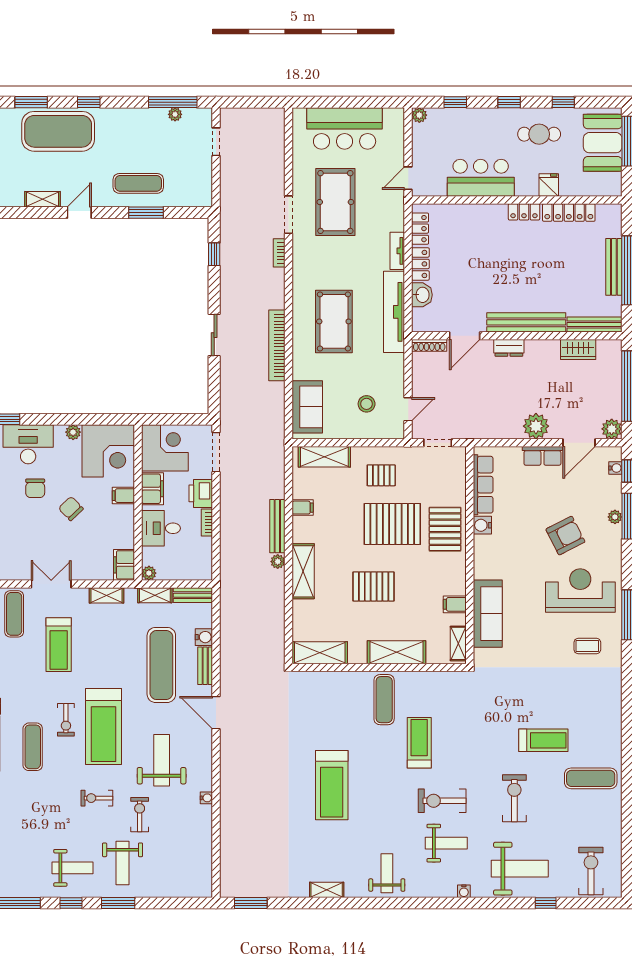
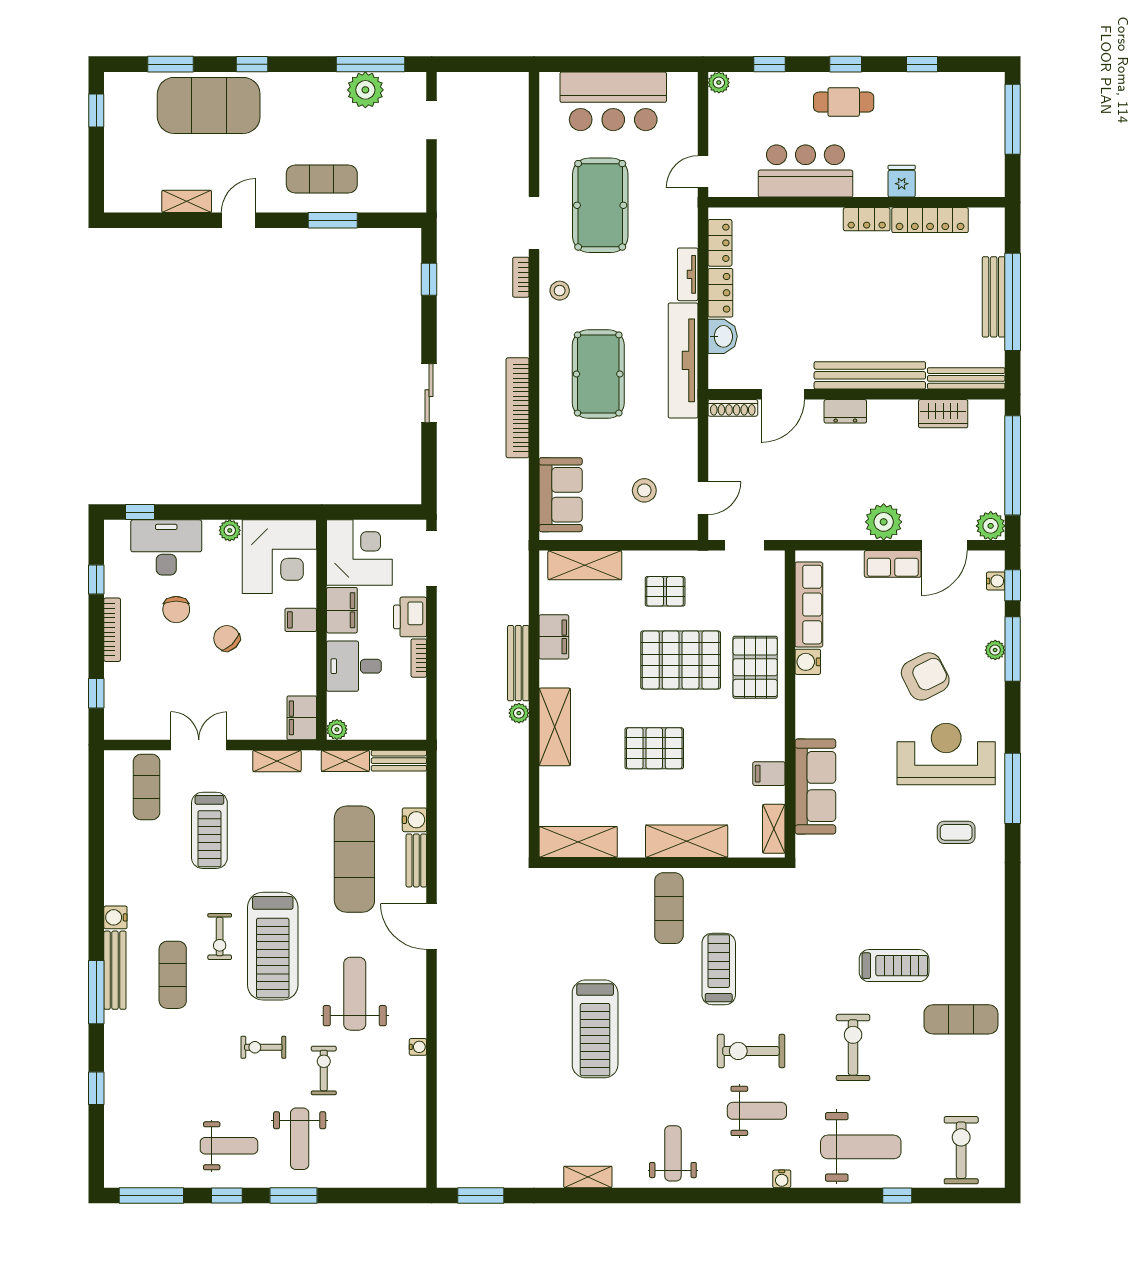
plant: (175, 114) -> (365, 90), width x1.88, depth x1.88
cafe table: (539, 134) -> (844, 102), moved
booth: (603, 143) -> (978, 121), removed
stool: (307, 262) -> (560, 291), added
filing cabinet: (303, 508) -> (554, 637), width x2.00

